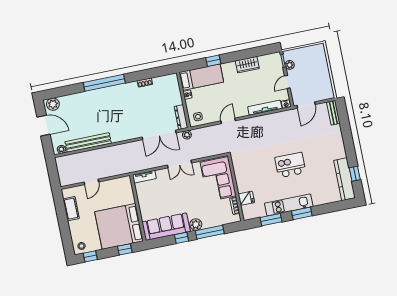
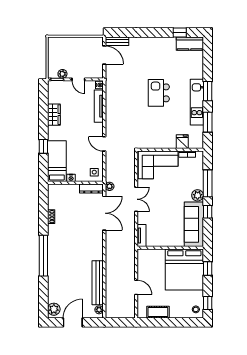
door: (306, 105) -> (104, 55), moved
kitchen counter: (344, 179) -> (190, 44), width x0.67

